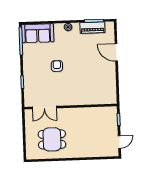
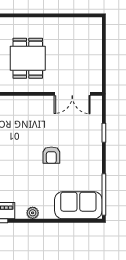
double door: (44, 108) -> (72, 94), swing flipped
dining table: (52, 139) -> (28, 58), moved, turned 90

